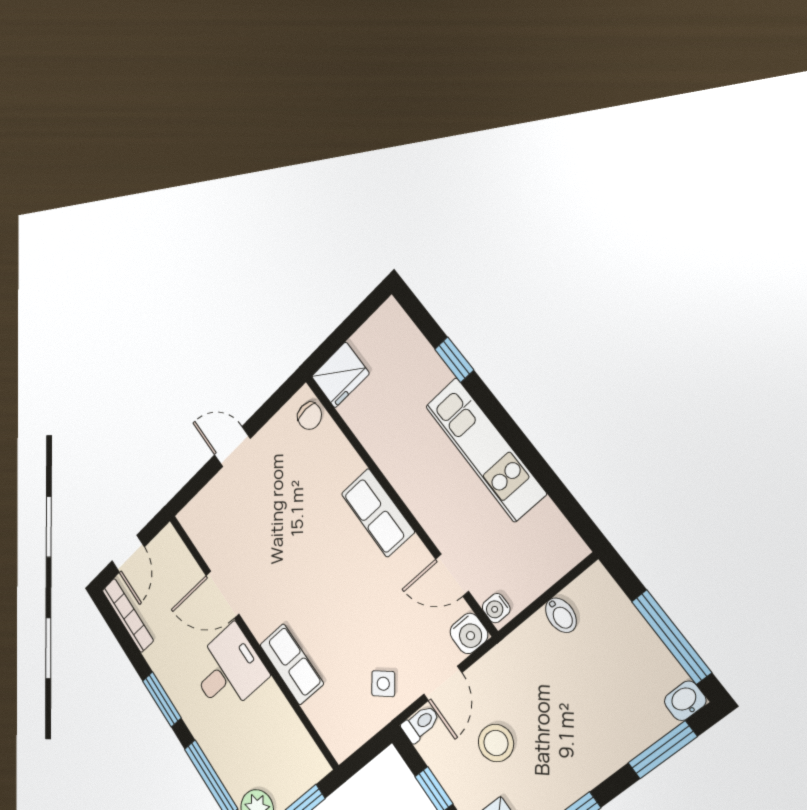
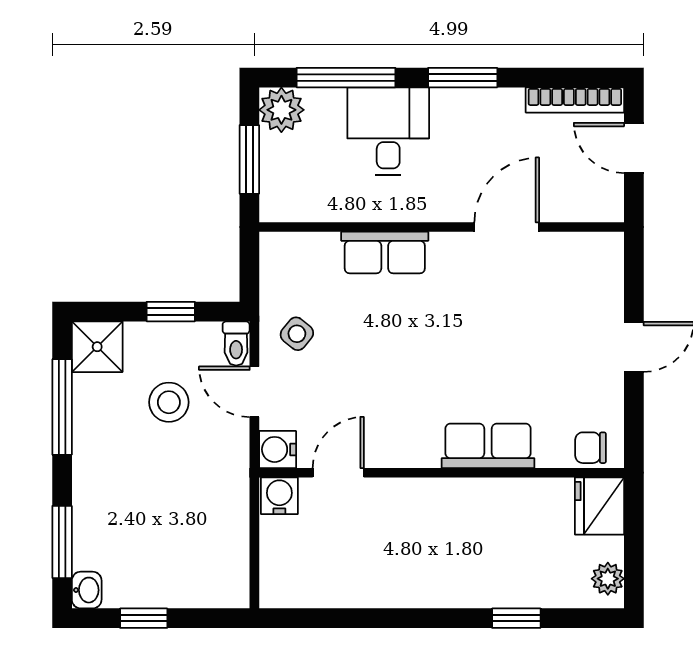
plant: (381, 324) -> (608, 579), added
kitchen unit: (485, 449) -> (418, 585), removed
row of seats: (378, 513) -> (488, 446), moved
water cooler: (496, 608) -> (279, 496), width x1.38, depth x1.38
bidet: (561, 615) -> (230, 542), removed
window: (671, 637) -> (144, 618), width x0.46
desk: (228, 670) -> (388, 131), moved, turned 180

